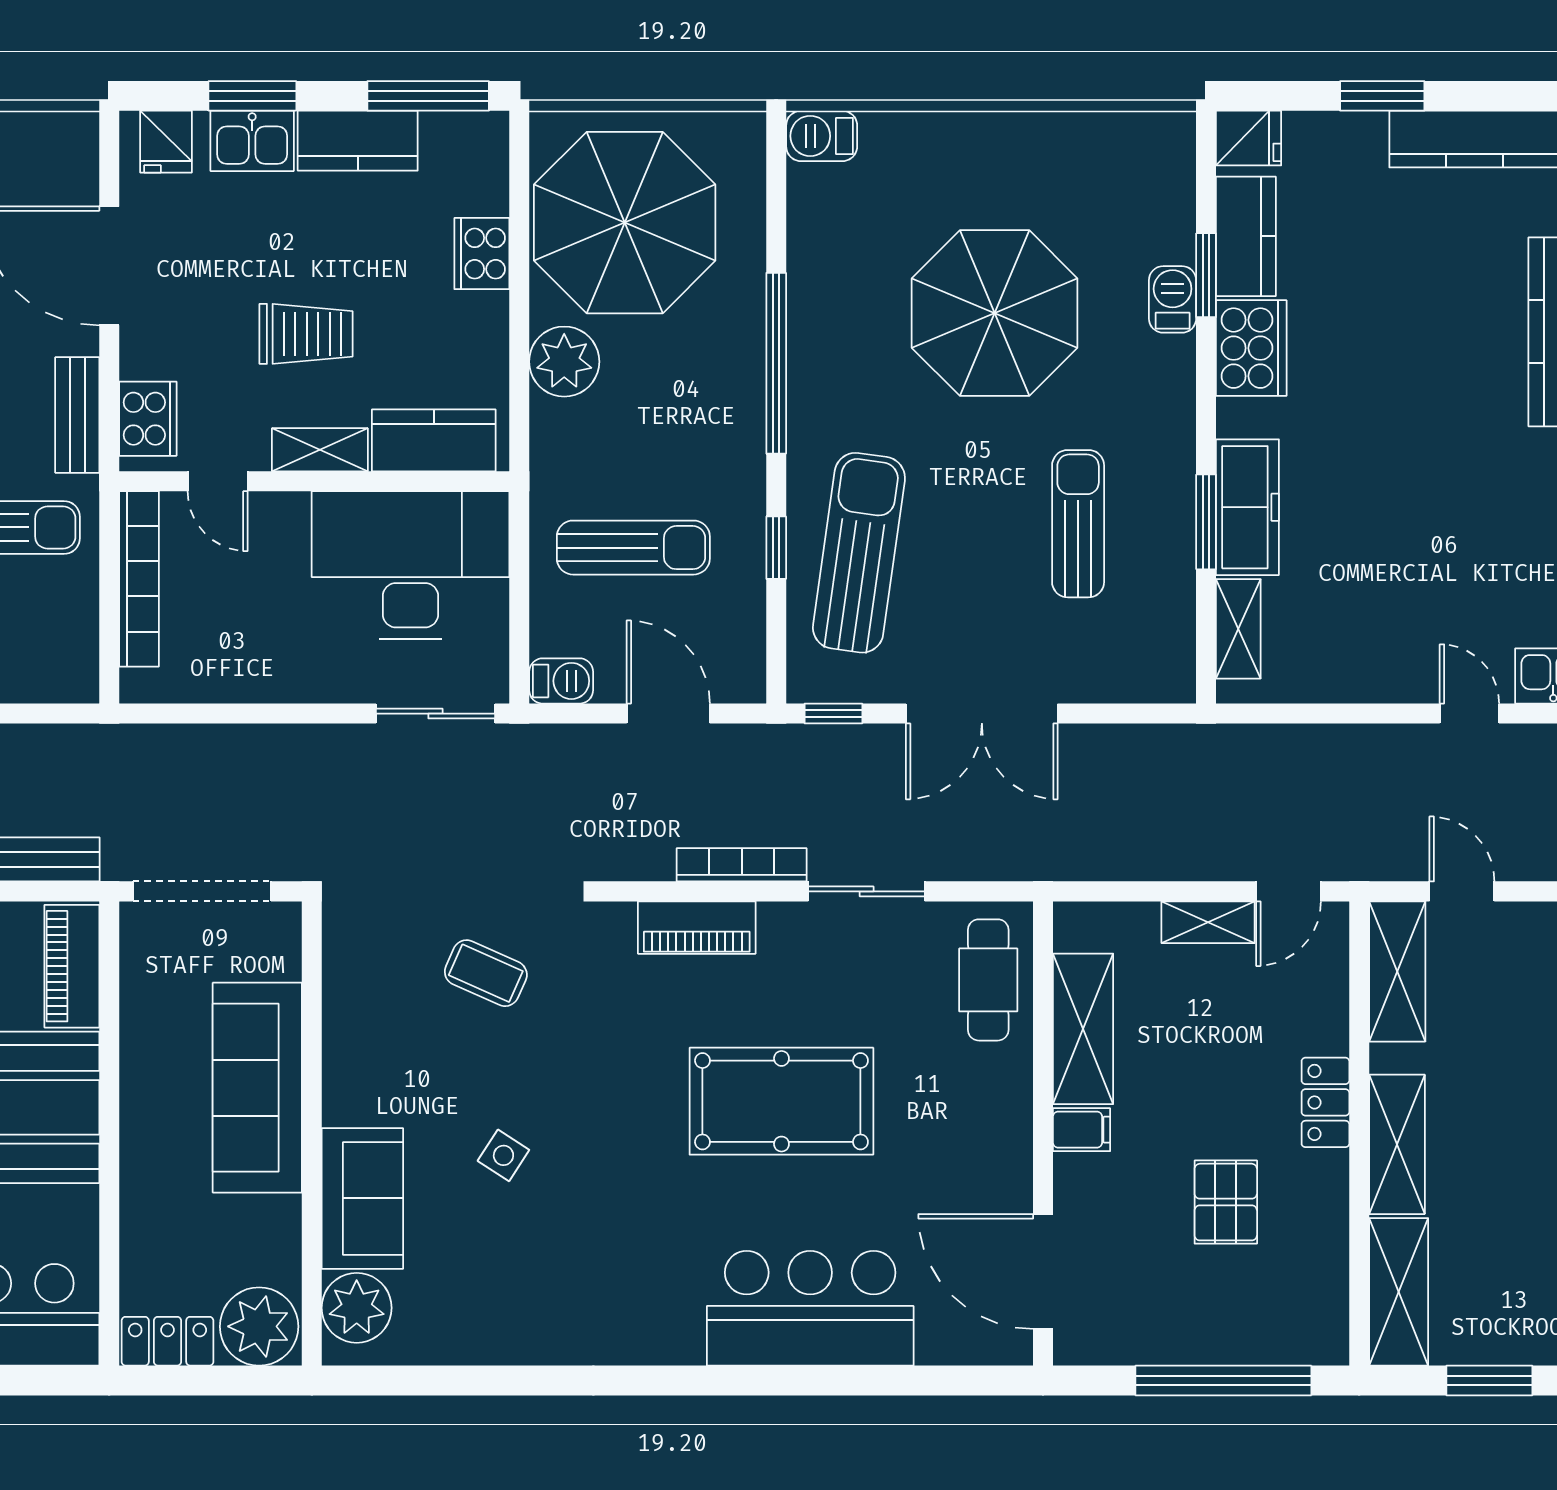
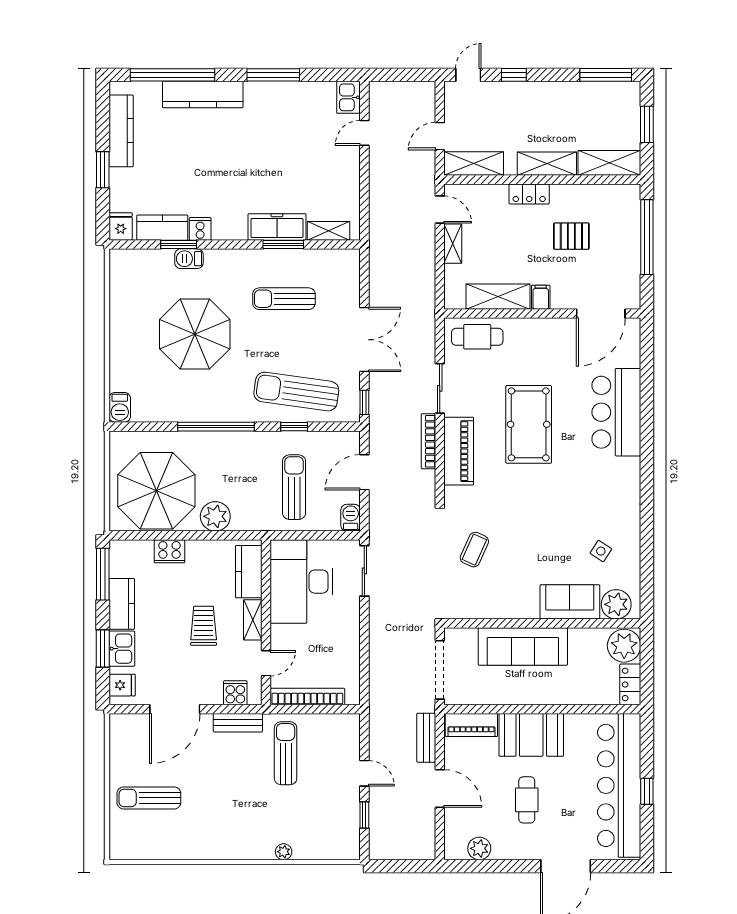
cooker: (1251, 348) -> (200, 229), width x0.53, depth x0.76
cooker: (148, 419) -> (235, 693), width x0.73
piano: (697, 928) -> (459, 451), width x1.37, depth x1.33
side table: (503, 1155) -> (601, 551), moved

